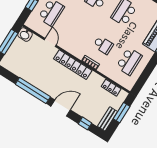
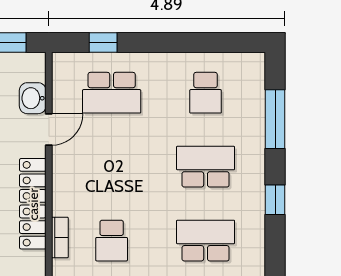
washbasin: (25, 35) -> (33, 98), moved

